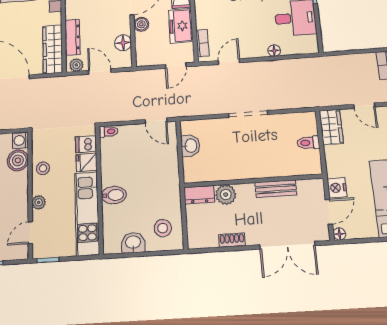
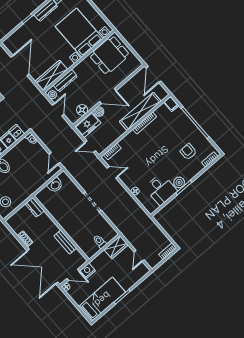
freezer: (181, 26) -> (88, 125), moved, turned 180
plant: (226, 195) -> (44, 220), removed
double door: (287, 245) -> (42, 266), width x1.36

